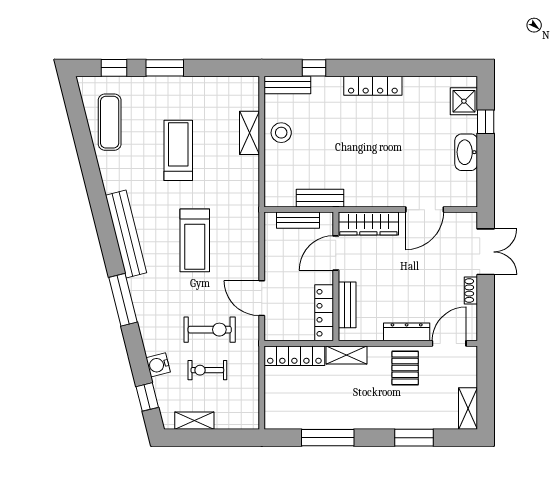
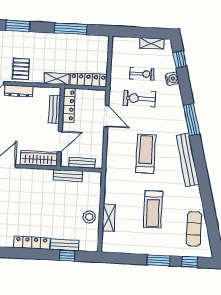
bench: (287, 85) -> (65, 245), moved

